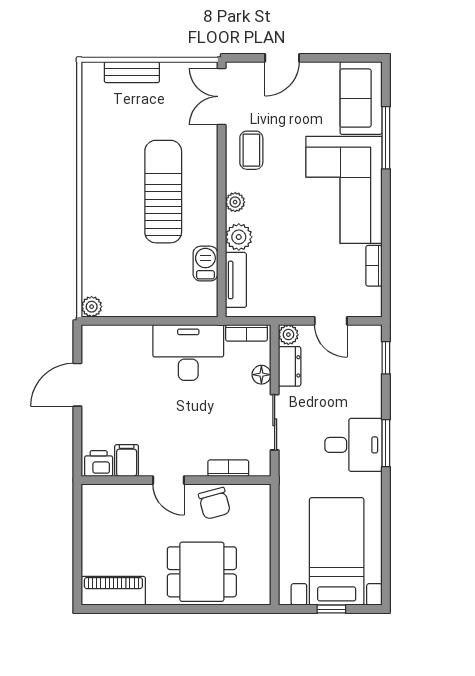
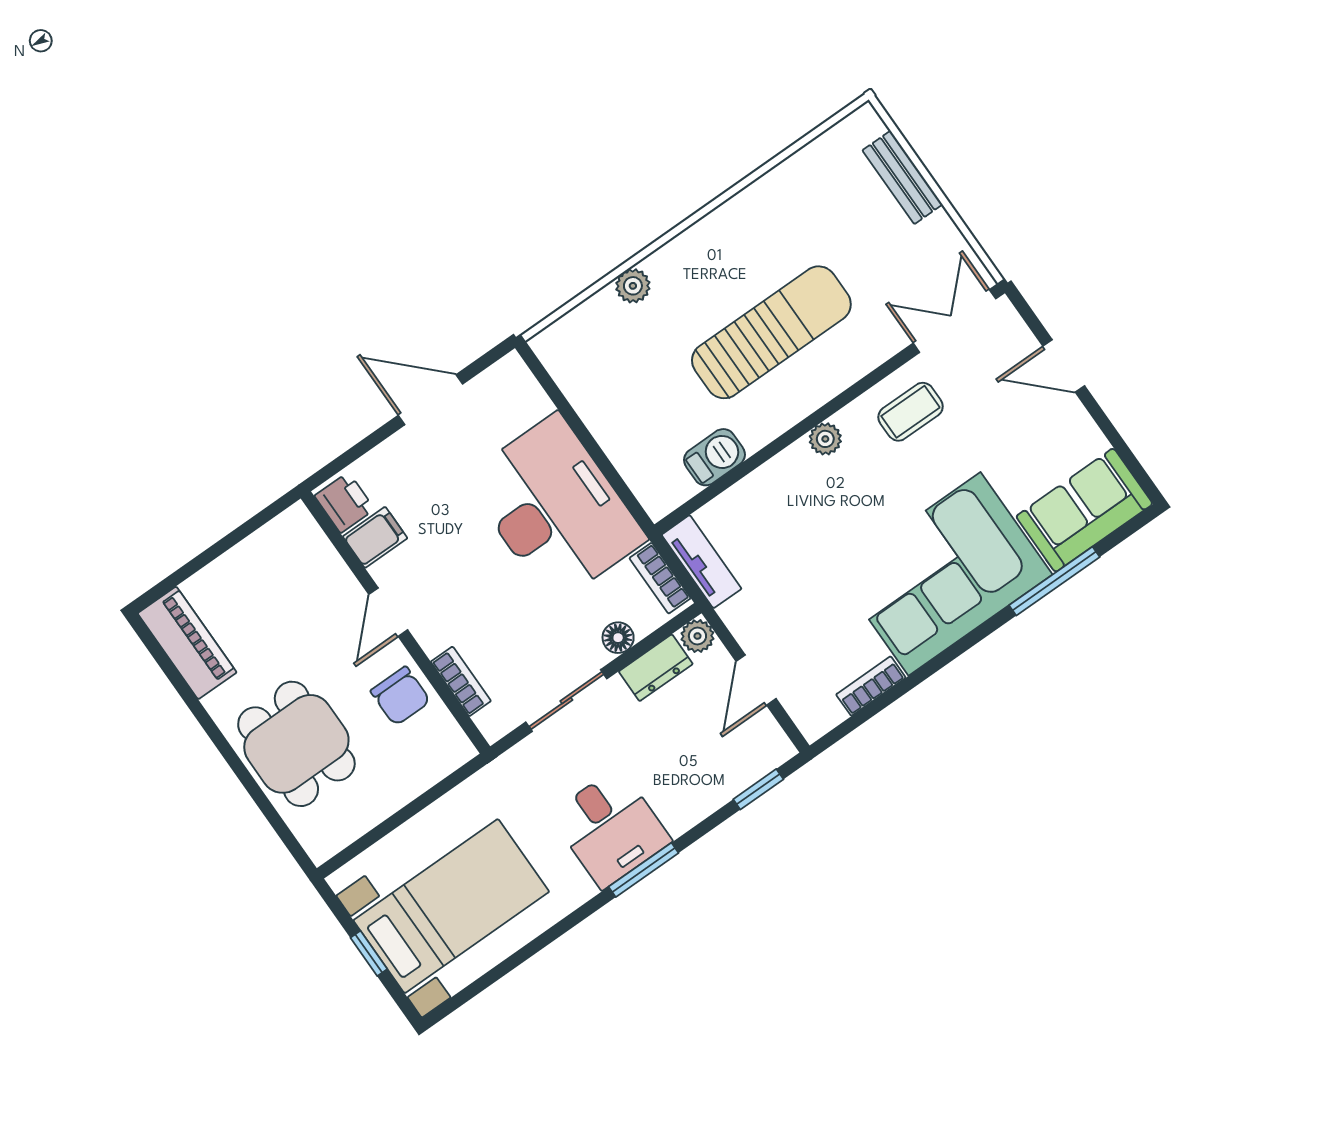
plant: (239, 237) -> (782, 477), removed
tv unit: (236, 280) -> (702, 562), moved, turned -90
plant: (92, 307) -> (633, 286), moved
desk: (188, 352) -> (555, 509), width x1.36, depth x1.30
chair: (214, 503) -> (400, 696), turned -75

